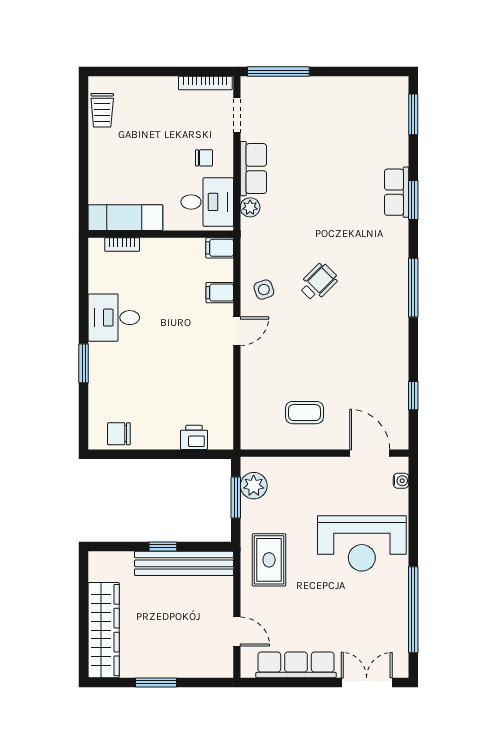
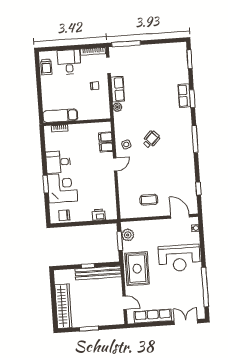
desk: (207, 202) -> (69, 62), moved, turned -90
filing cabinet: (220, 248) -> (105, 137), moved
corner desk: (119, 374) -> (62, 188), added
rug: (269, 560) -> (137, 269), width x1.36, depth x1.43

